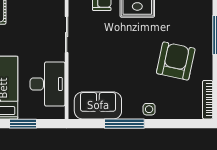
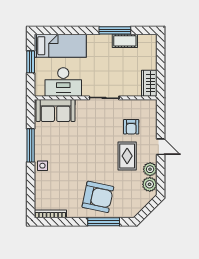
armchair: (176, 61) -> (98, 197), moved
sofa: (98, 105) -> (56, 111), moved, turned 90

